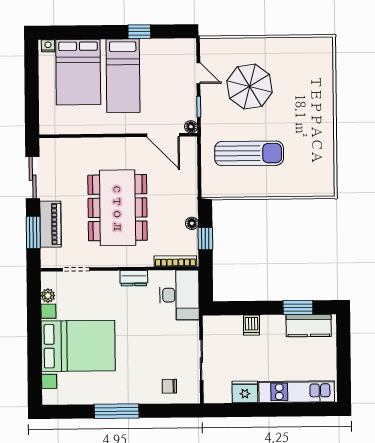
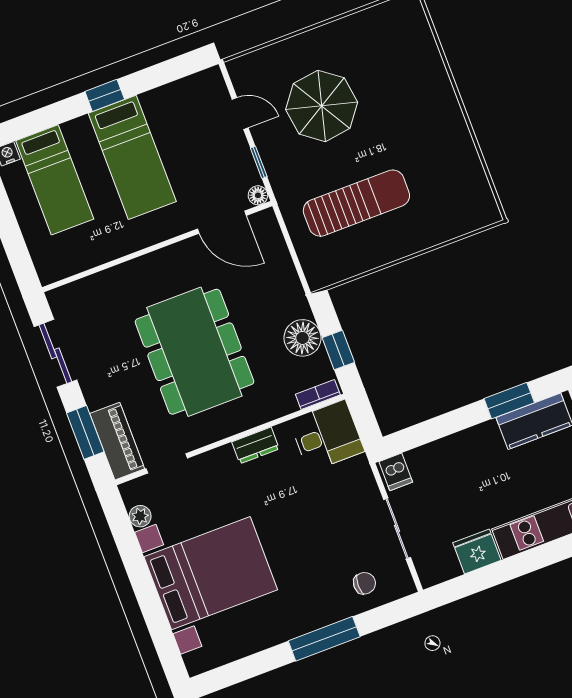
window: (139, 32) -> (105, 95), moved
bed: (78, 72) -> (55, 180), width x0.67
floor lamp: (192, 223) -> (302, 338), width x1.89, depth x1.89
piano: (50, 224) -> (117, 441), moved
bookcase: (175, 261) -> (318, 394), width x0.64
desk: (179, 295) -> (327, 436), width x0.73
dishwasher: (251, 325) -> (396, 472), moved
chair: (169, 386) -> (364, 583), turned 180
window: (117, 411) -> (324, 639), moved

